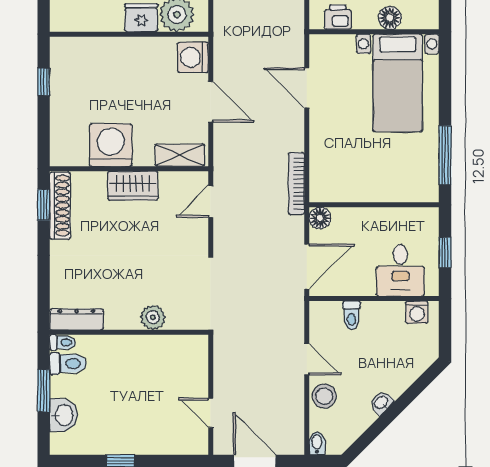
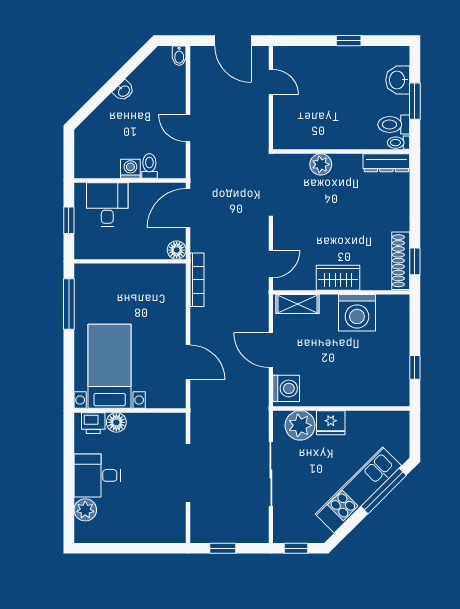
printer: (338, 17) -> (93, 423), moved
washing machine: (417, 312) -> (130, 169), moved
stool: (324, 396) -> (173, 96), removed

